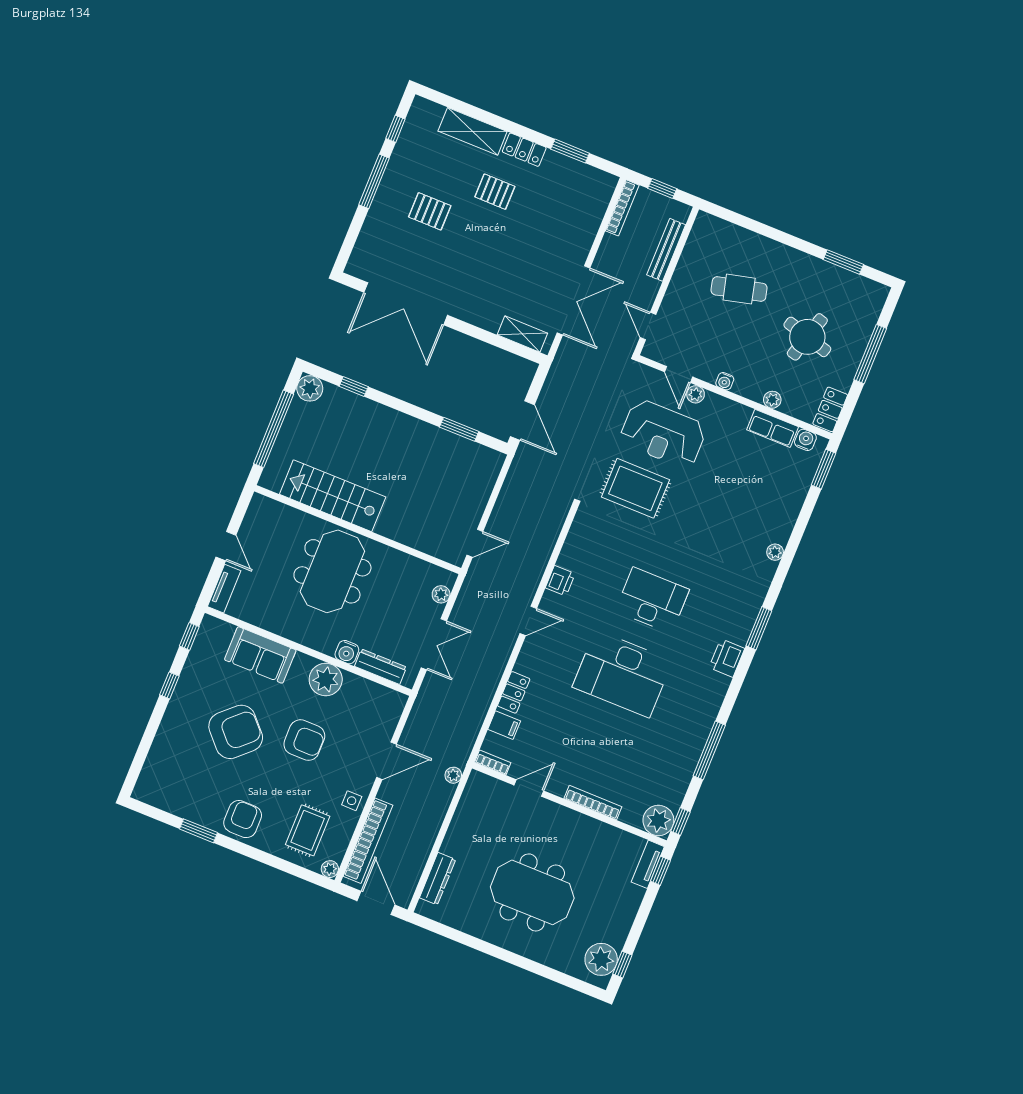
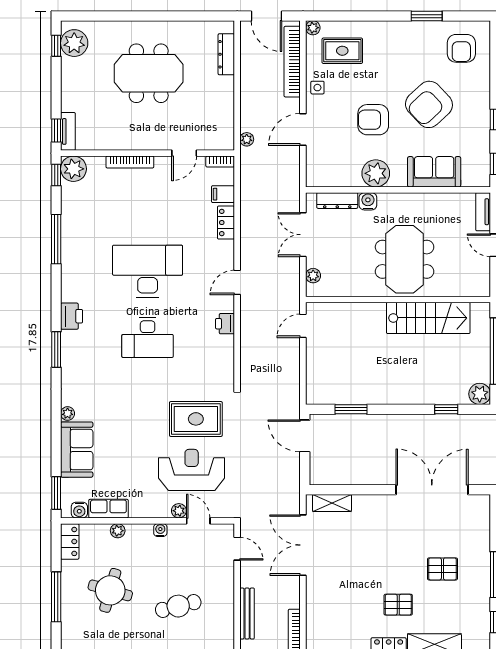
sofa: (781, 508) -> (77, 450), added
armchair: (243, 819) -> (461, 48), moved
rug: (308, 830) -> (342, 51), turned 90

